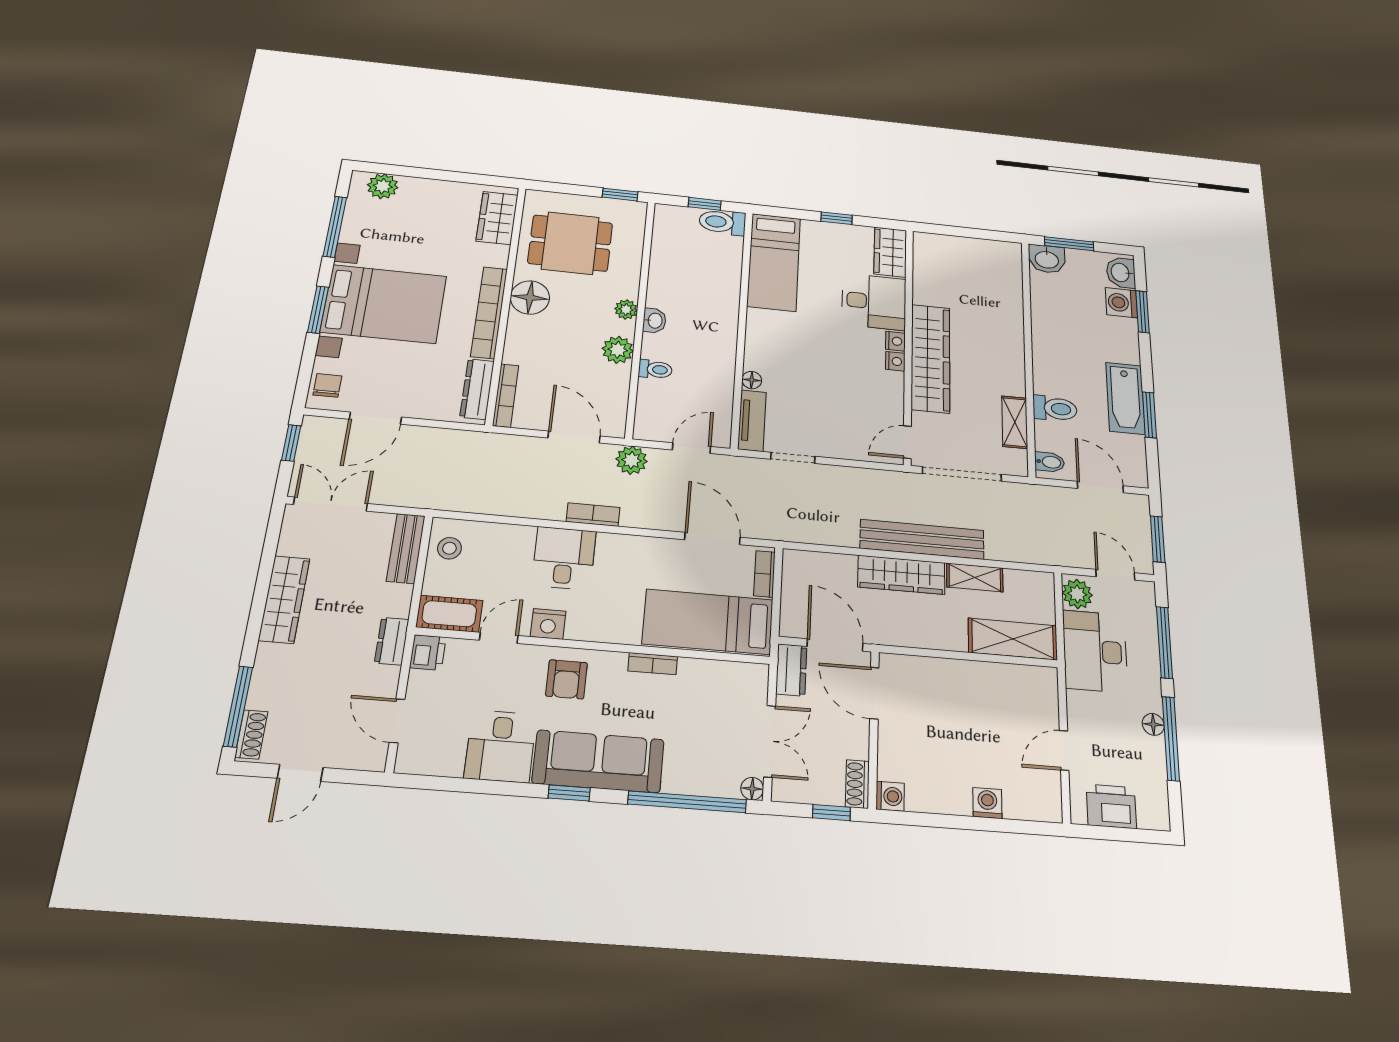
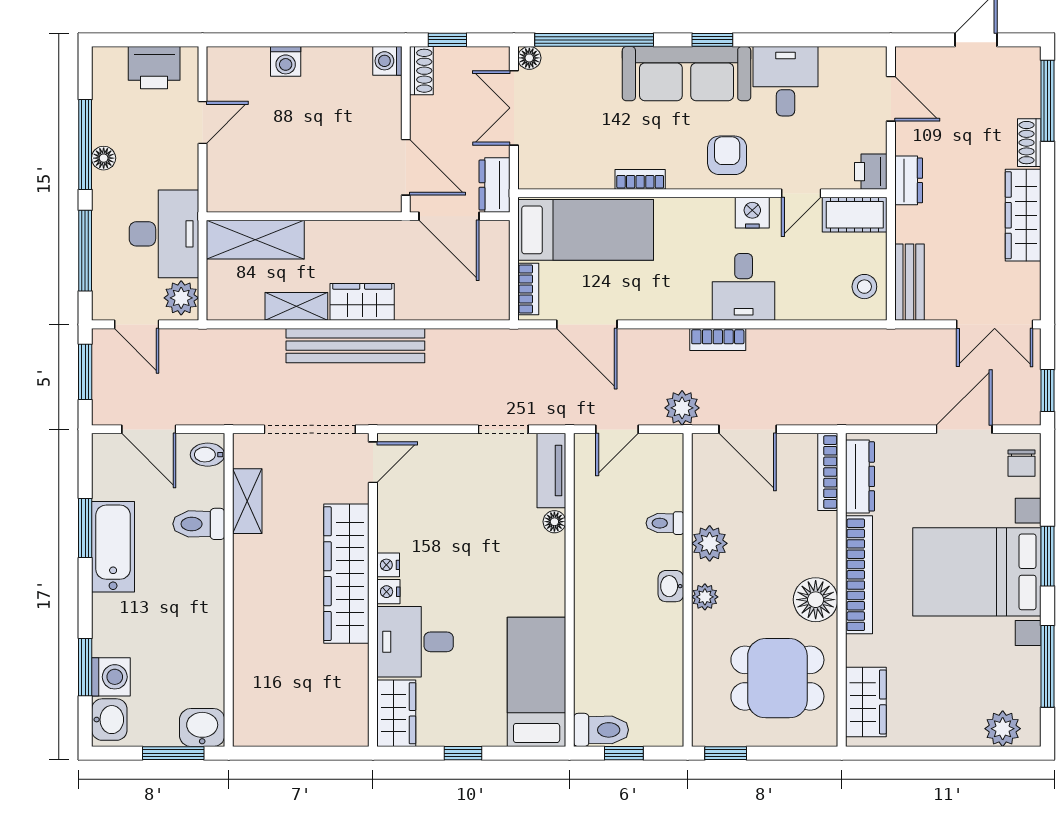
wardrobe: (901, 575) -> (362, 302), width x0.67
shoe rack: (251, 735) -> (1029, 143), moved

